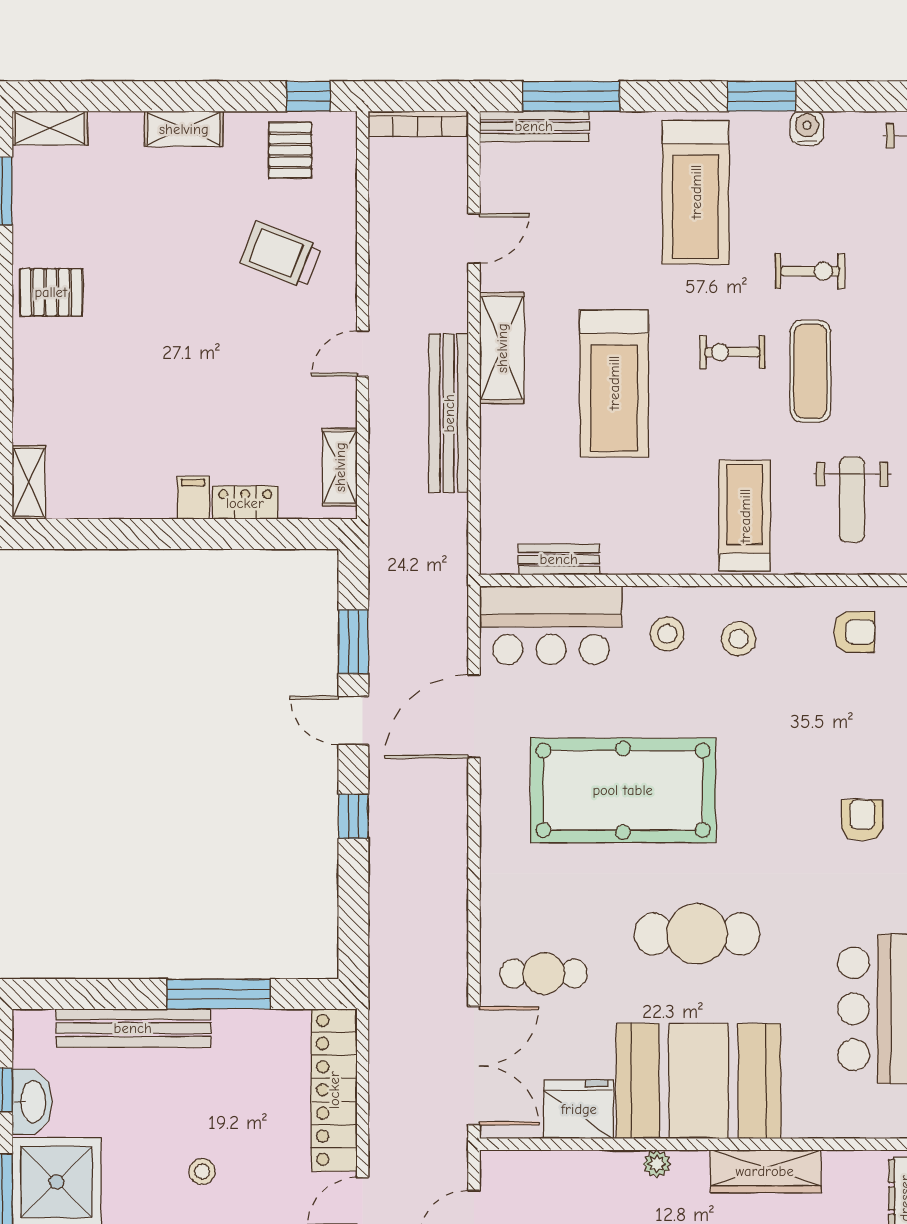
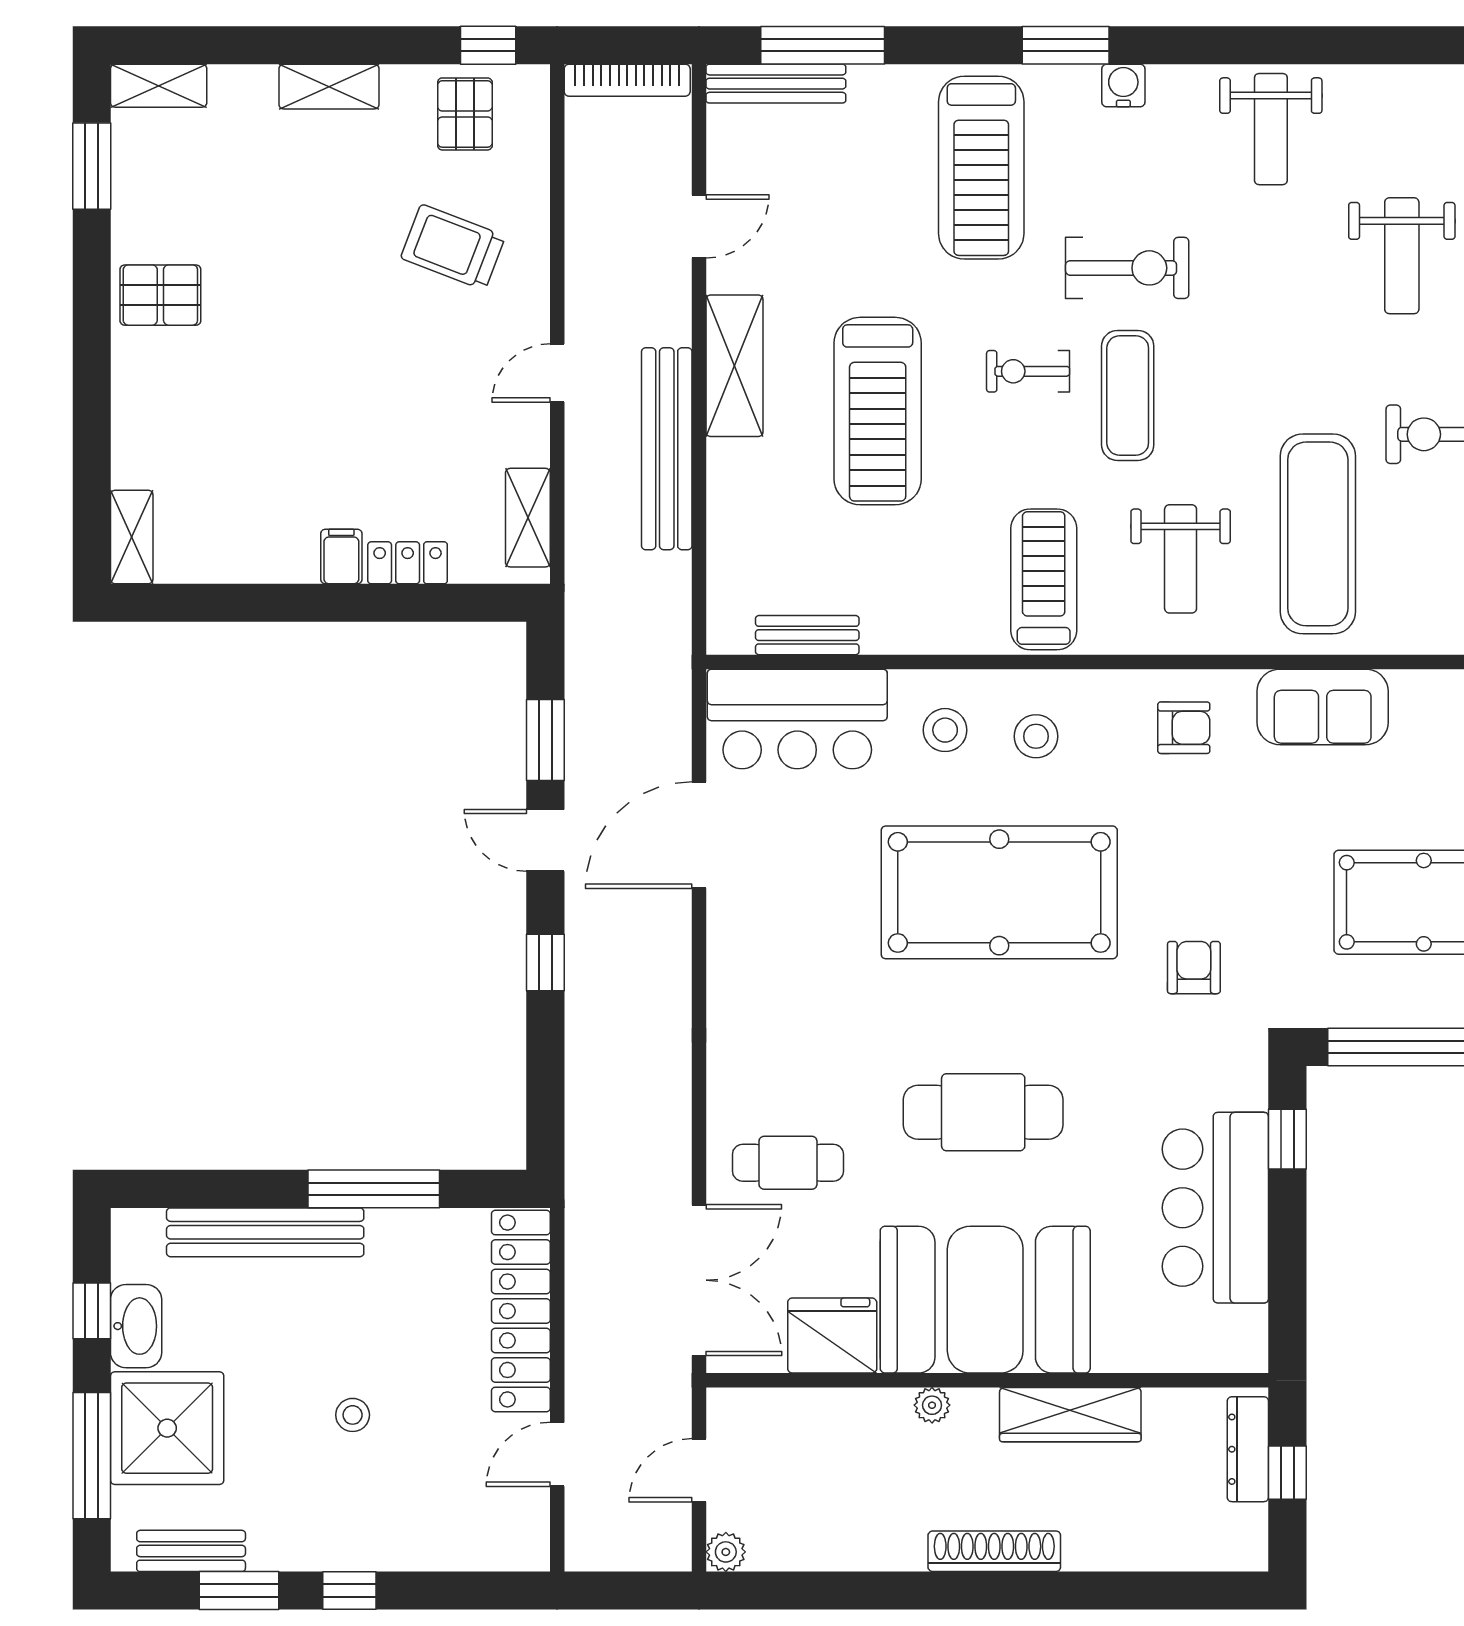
exercise bike: (810, 271) -> (1127, 268), width x1.38, depth x1.39
pool table: (623, 790) -> (999, 892), moved

